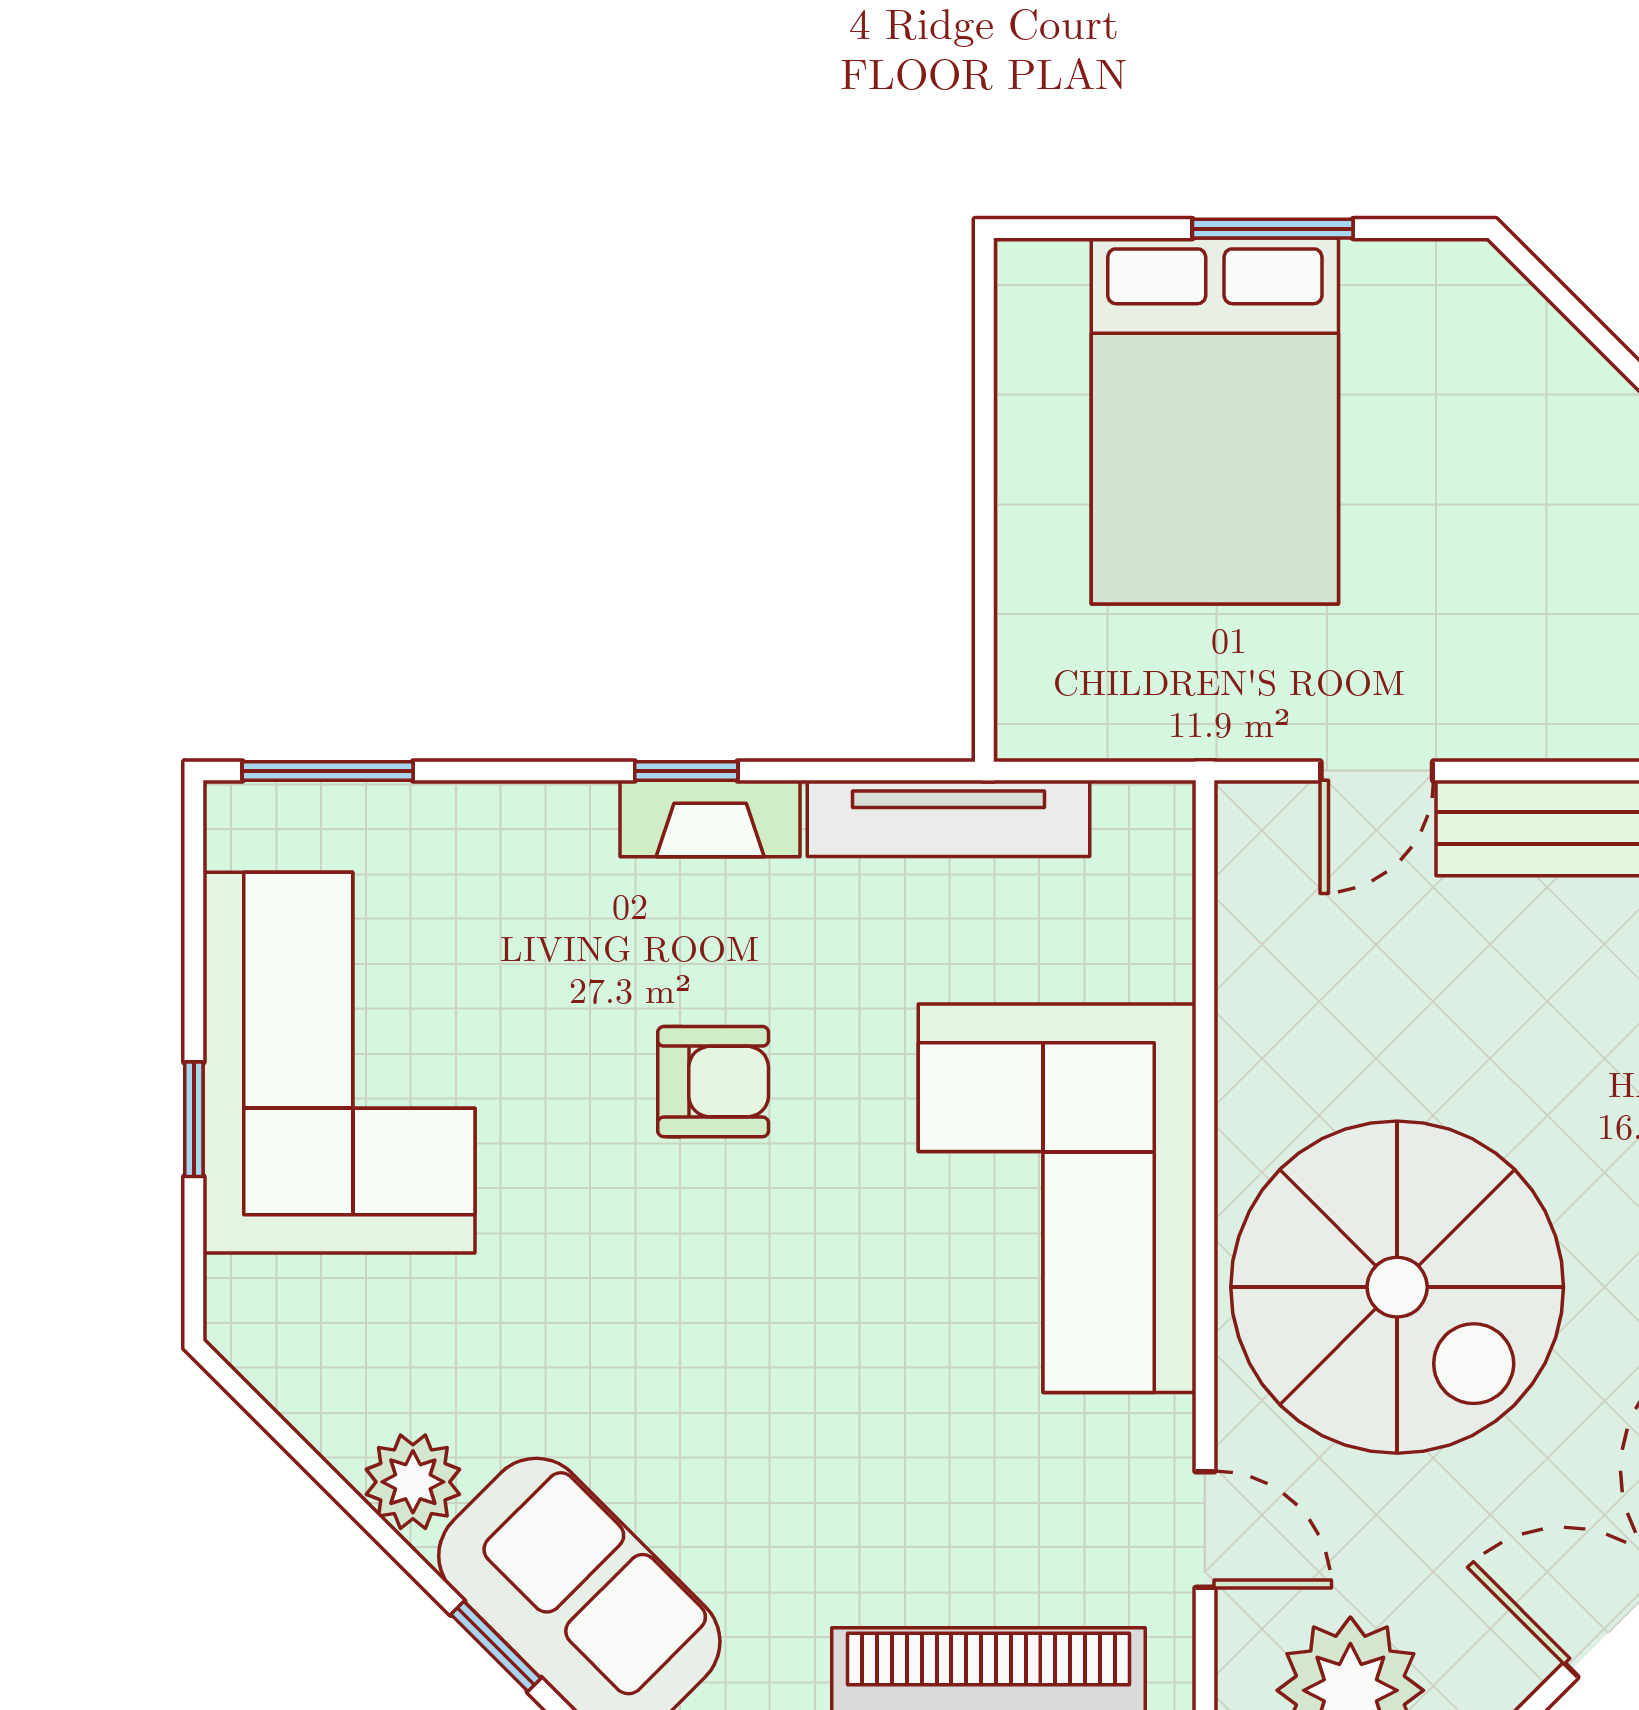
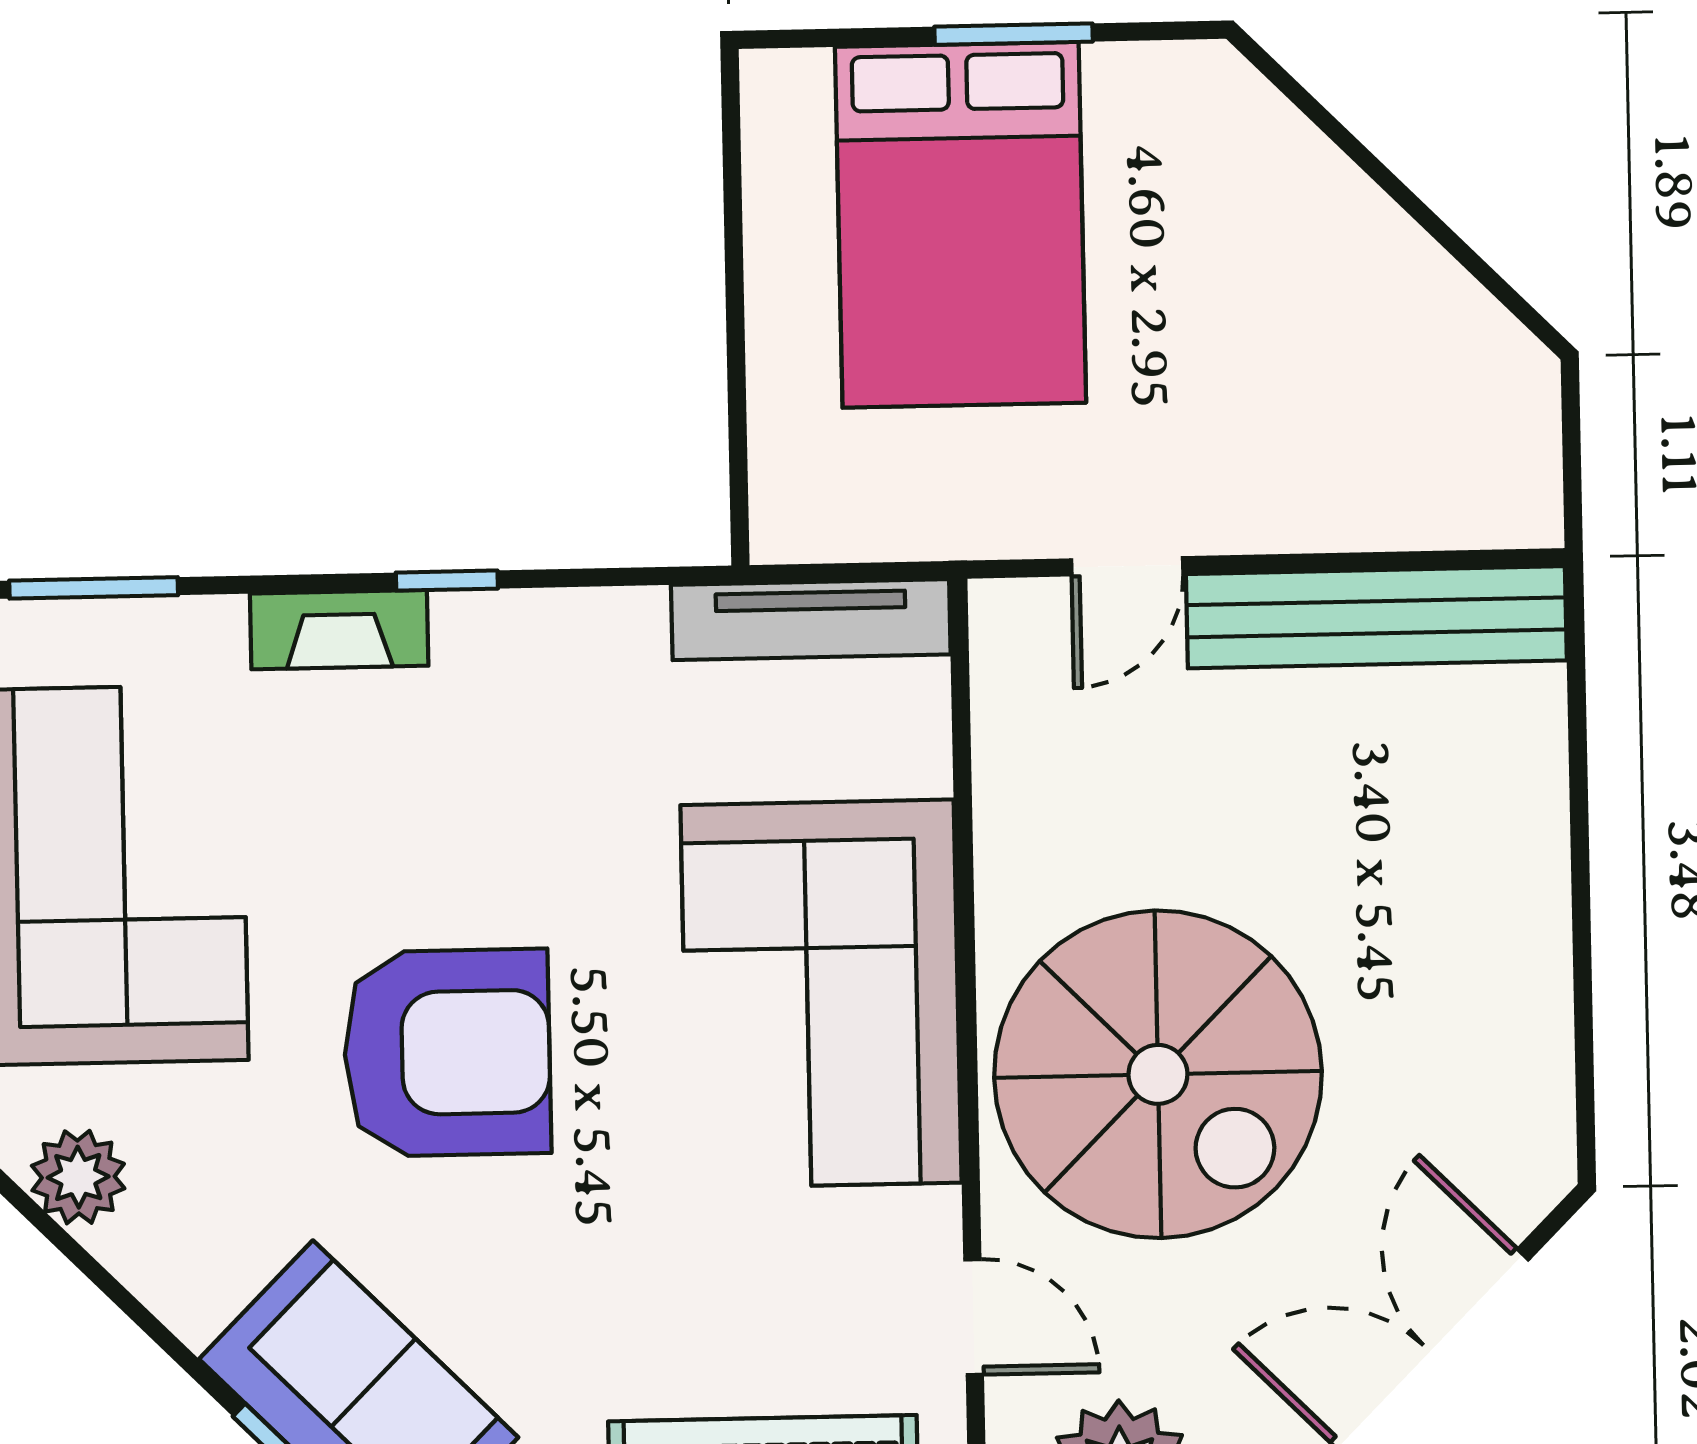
tv unit: (949, 818) -> (811, 620), moved
fireplace: (710, 819) -> (339, 630), moved
armchair: (713, 1082) -> (447, 1053), moved, width x1.88, depth x1.88
plant: (413, 1482) -> (78, 1177), moved

